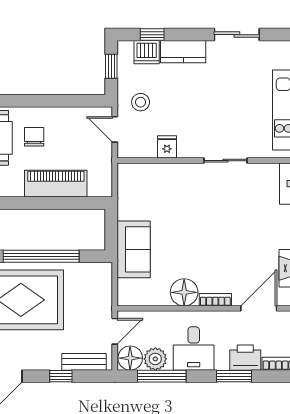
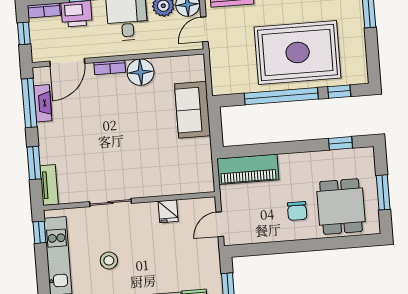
stool: (141, 102) -> (109, 260), moved
door: (115, 129) -> (220, 224), swing flipped
piano: (56, 184) -> (248, 169), moved

